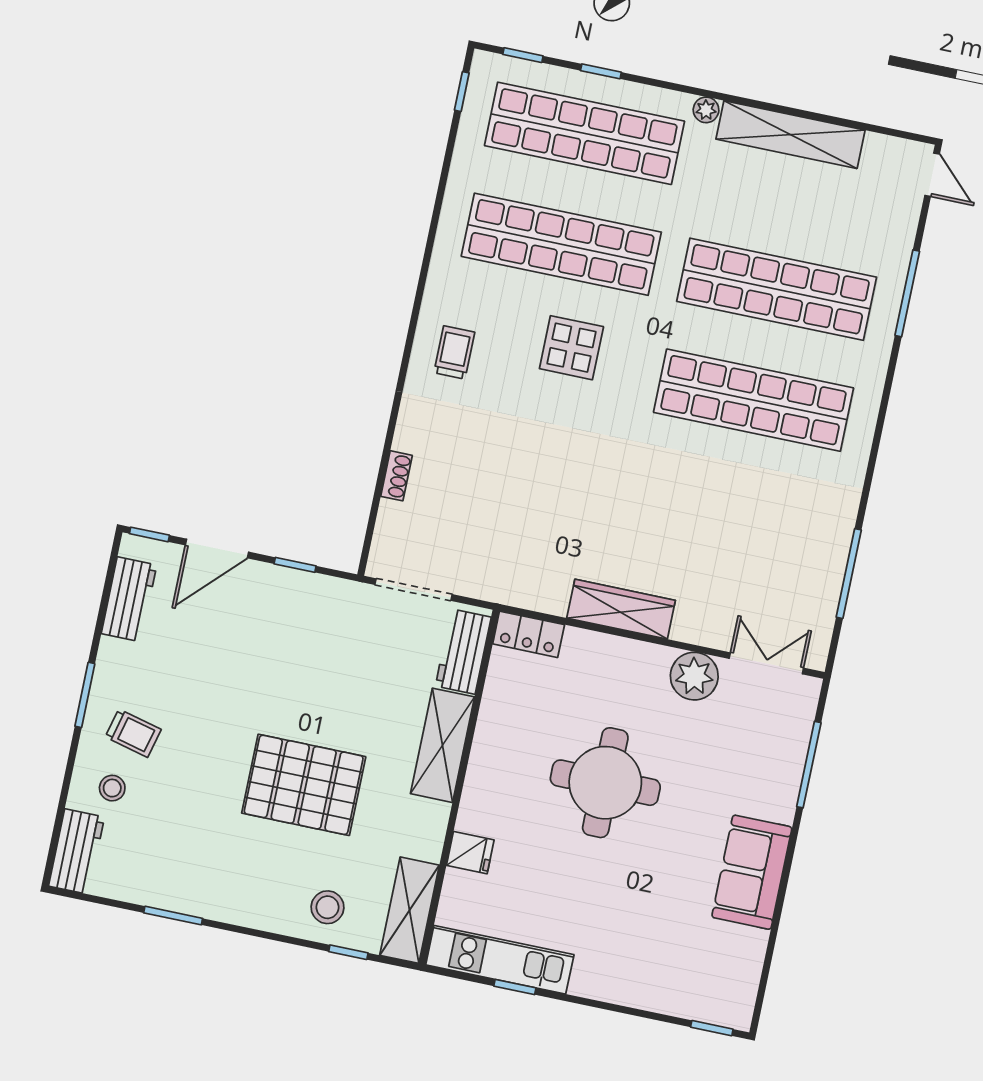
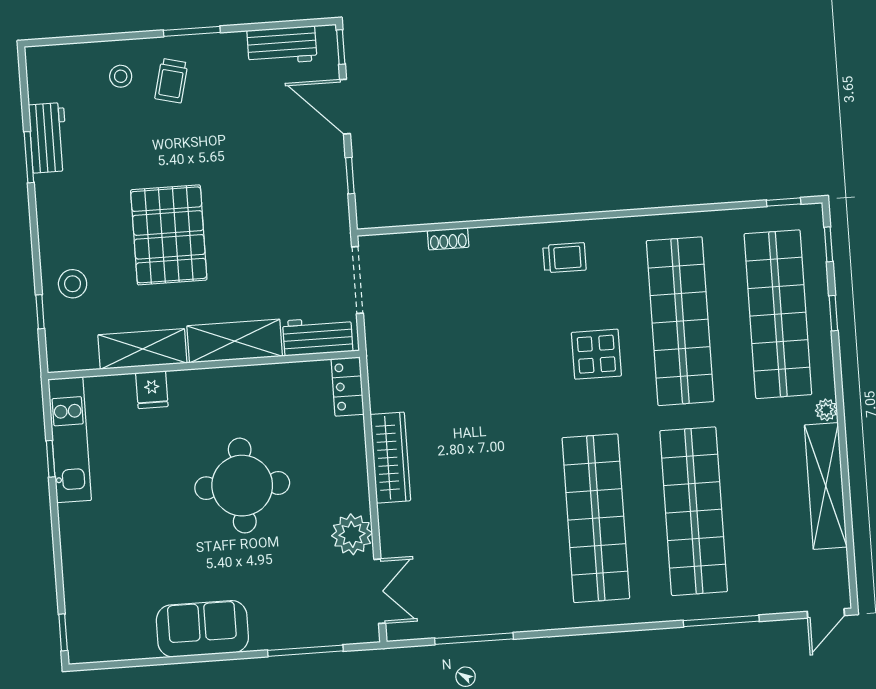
workbench: (76, 852) -> (48, 138), moved, turned -90
shelving: (410, 910) -> (142, 349), moved

